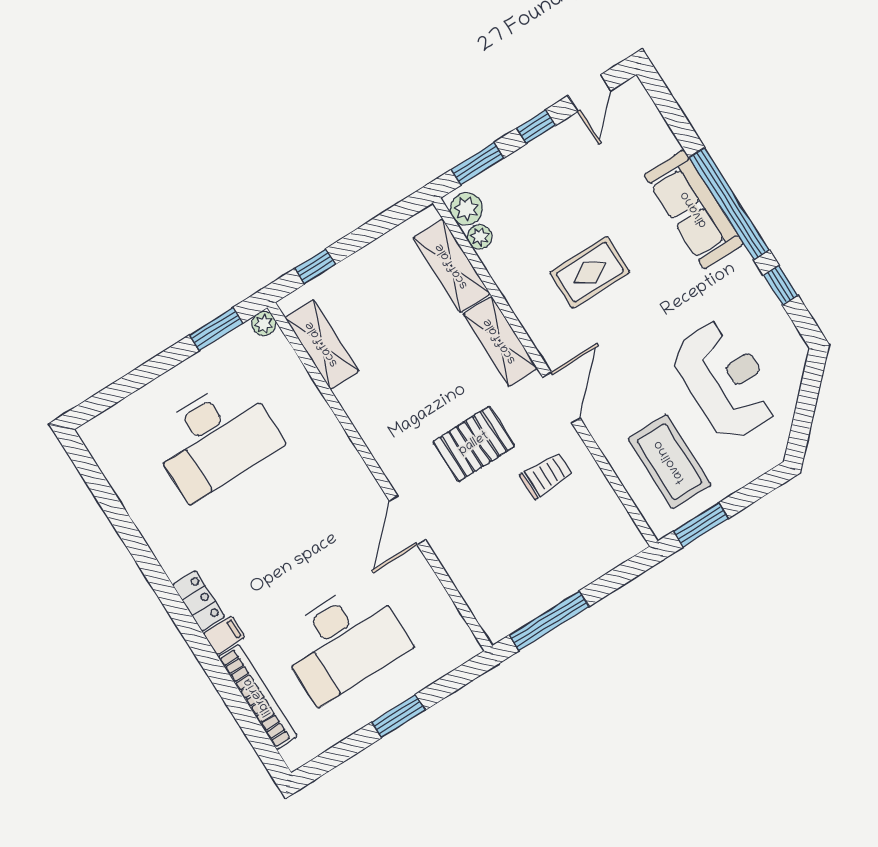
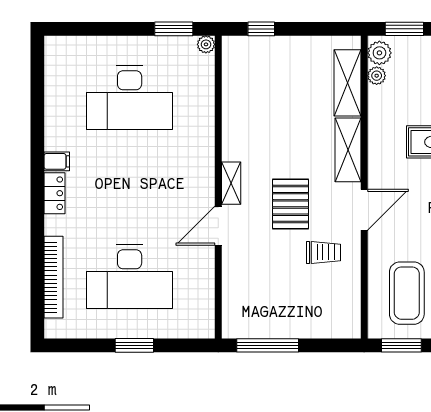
shelving: (322, 344) -> (231, 183), moved, width x0.67, depth x0.75
pallet: (474, 444) -> (291, 204), turned 90
filing cabinet: (224, 635) -> (57, 161), moved

